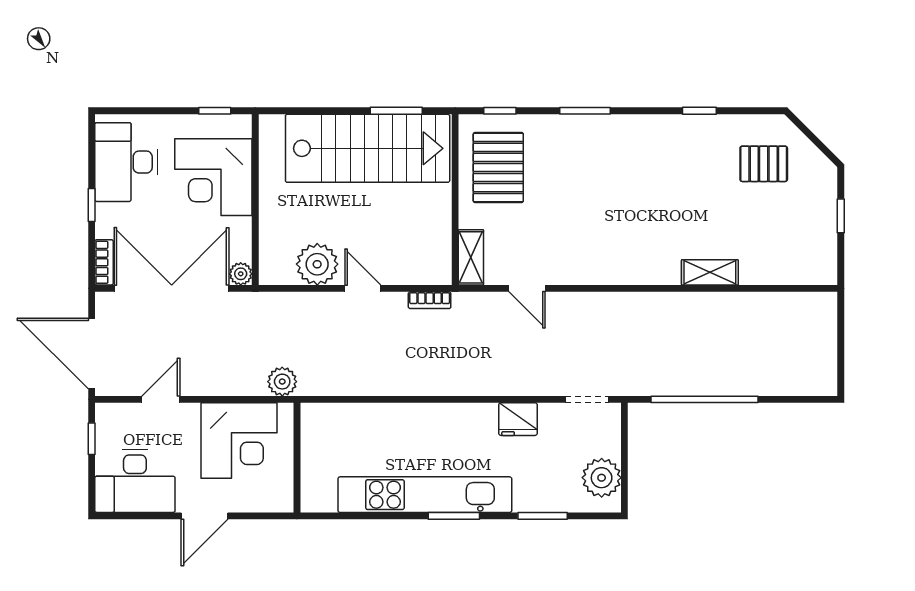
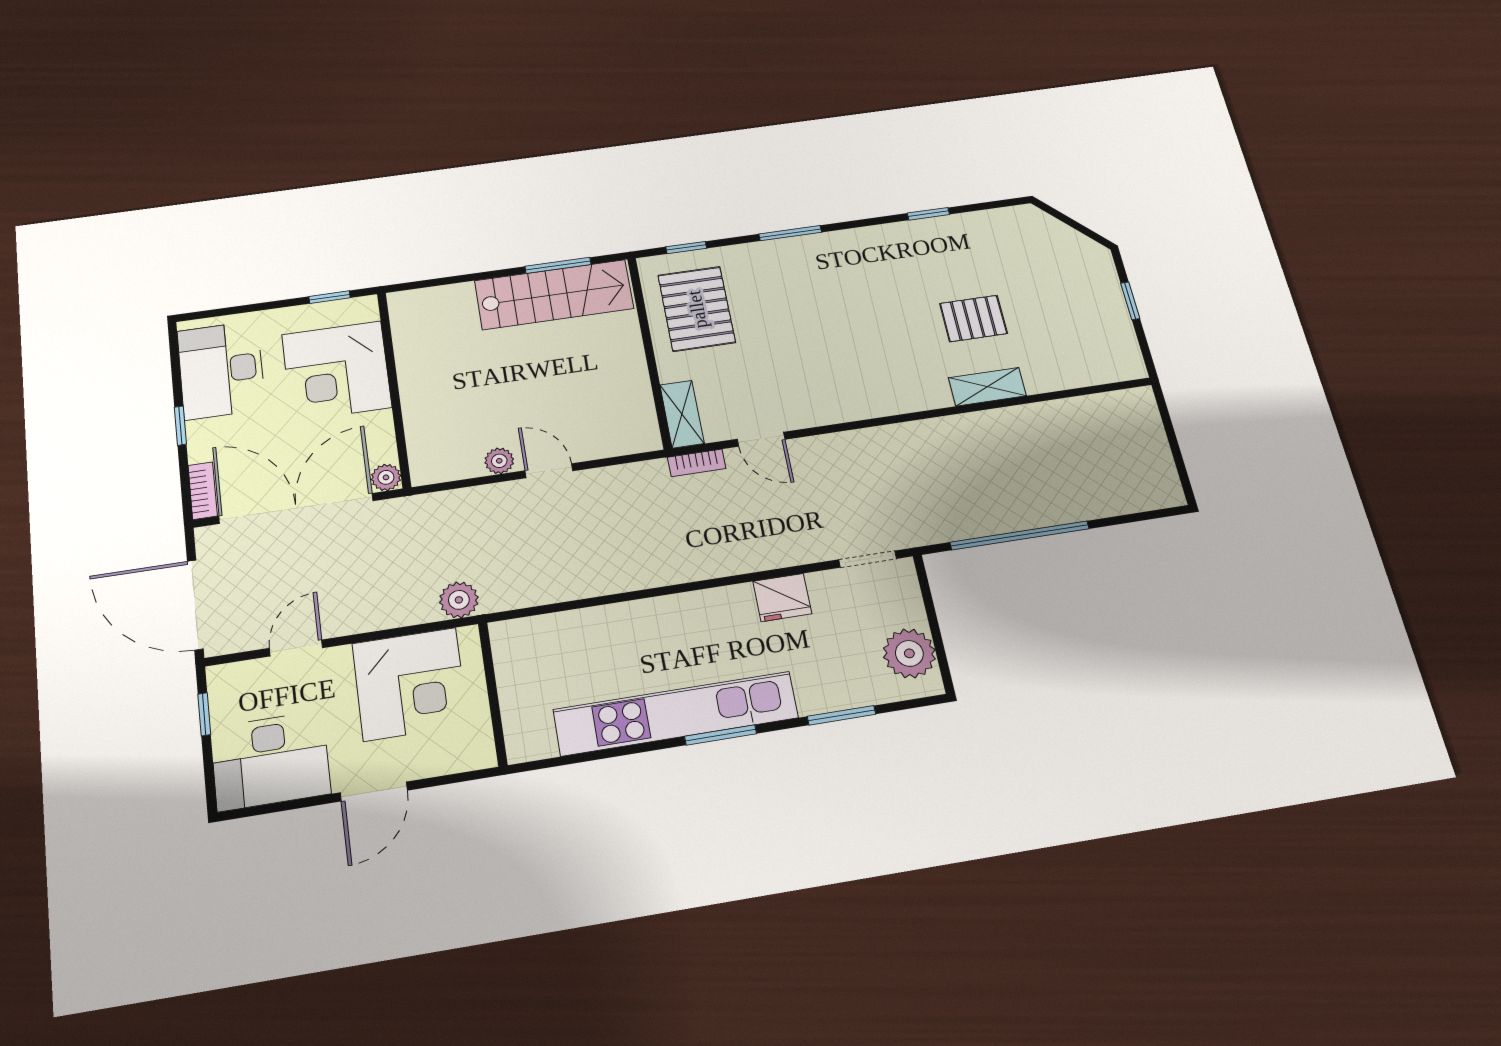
stairs: (368, 148) -> (554, 295), width x0.73, depth x0.66
pallet: (764, 164) -> (973, 318), moved
plant: (317, 264) -> (499, 461), width x0.53, depth x0.53
bookcase: (430, 300) -> (697, 463), moved

